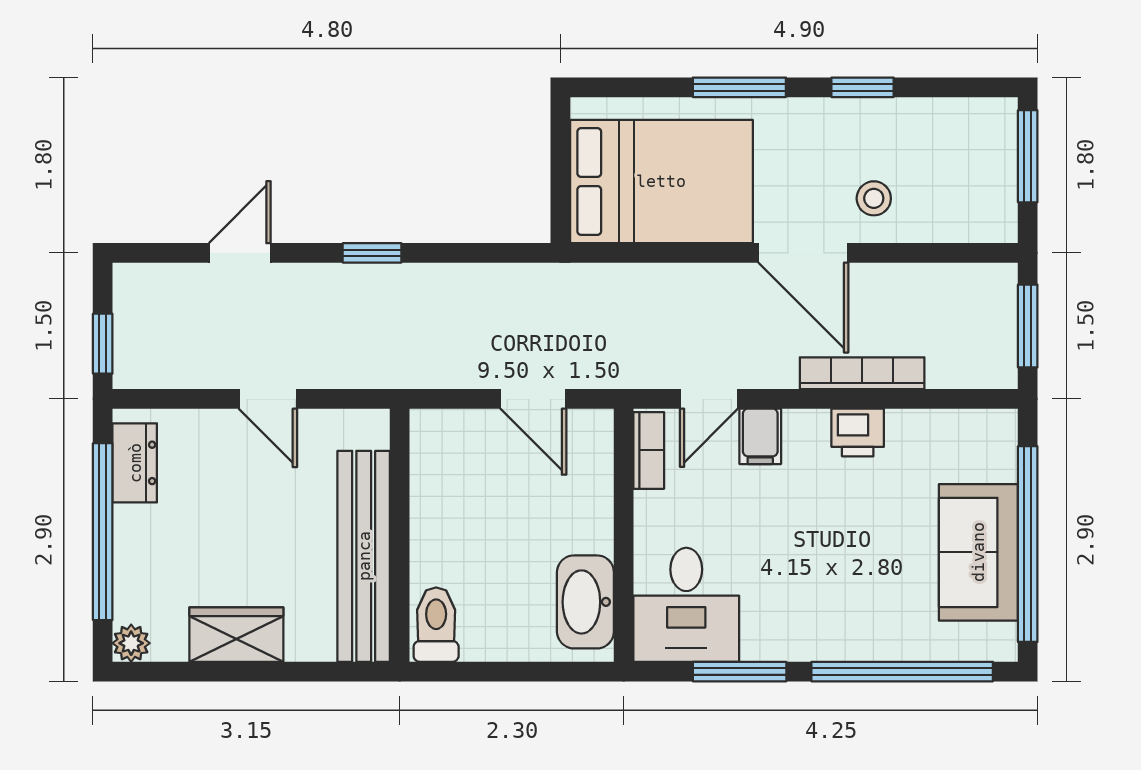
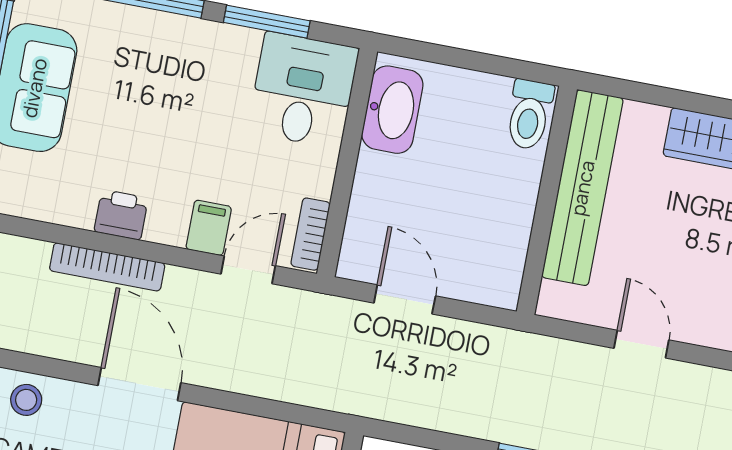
stool: (874, 198) -> (26, 400), moved

